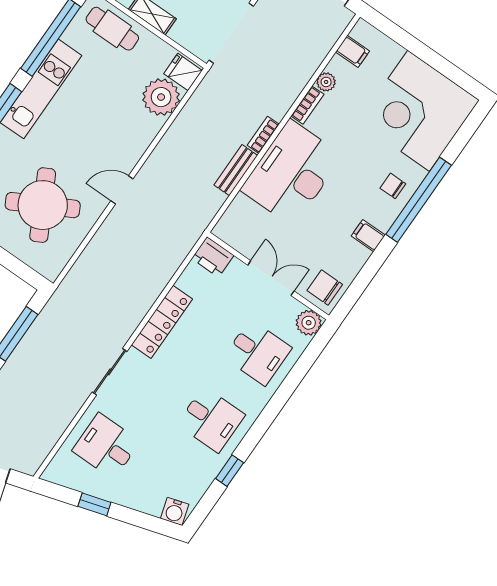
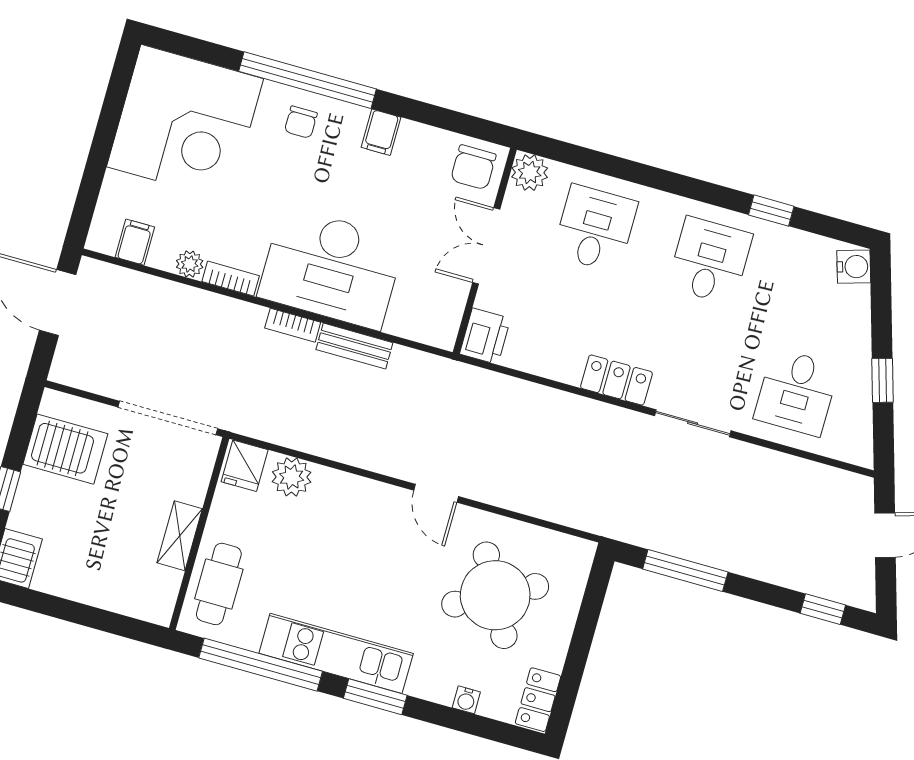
plant: (161, 97) -> (292, 477), width x0.73, depth x0.73
locker: (162, 322) -> (616, 380), width x0.66

